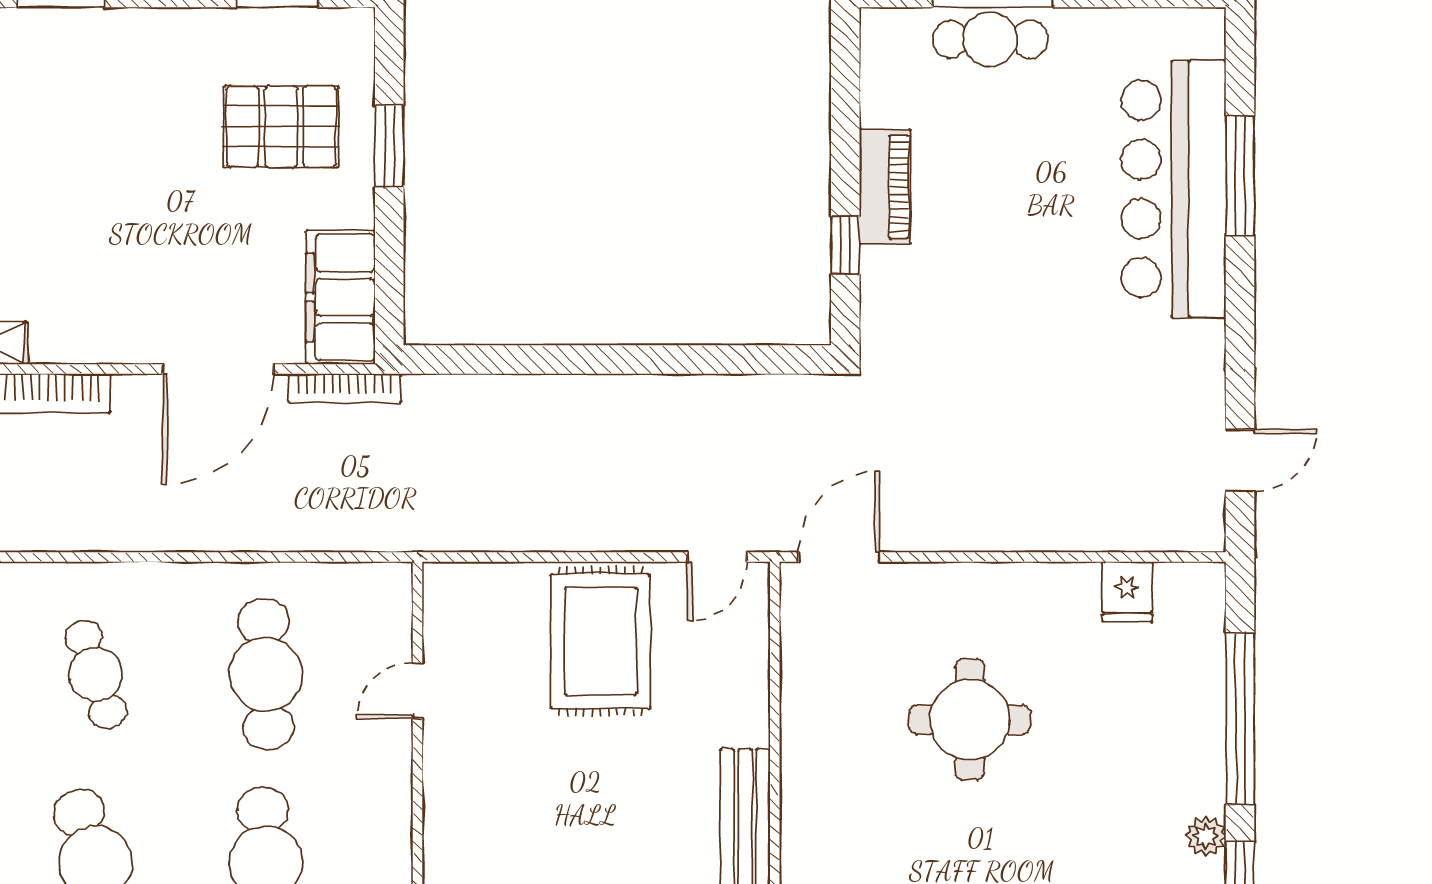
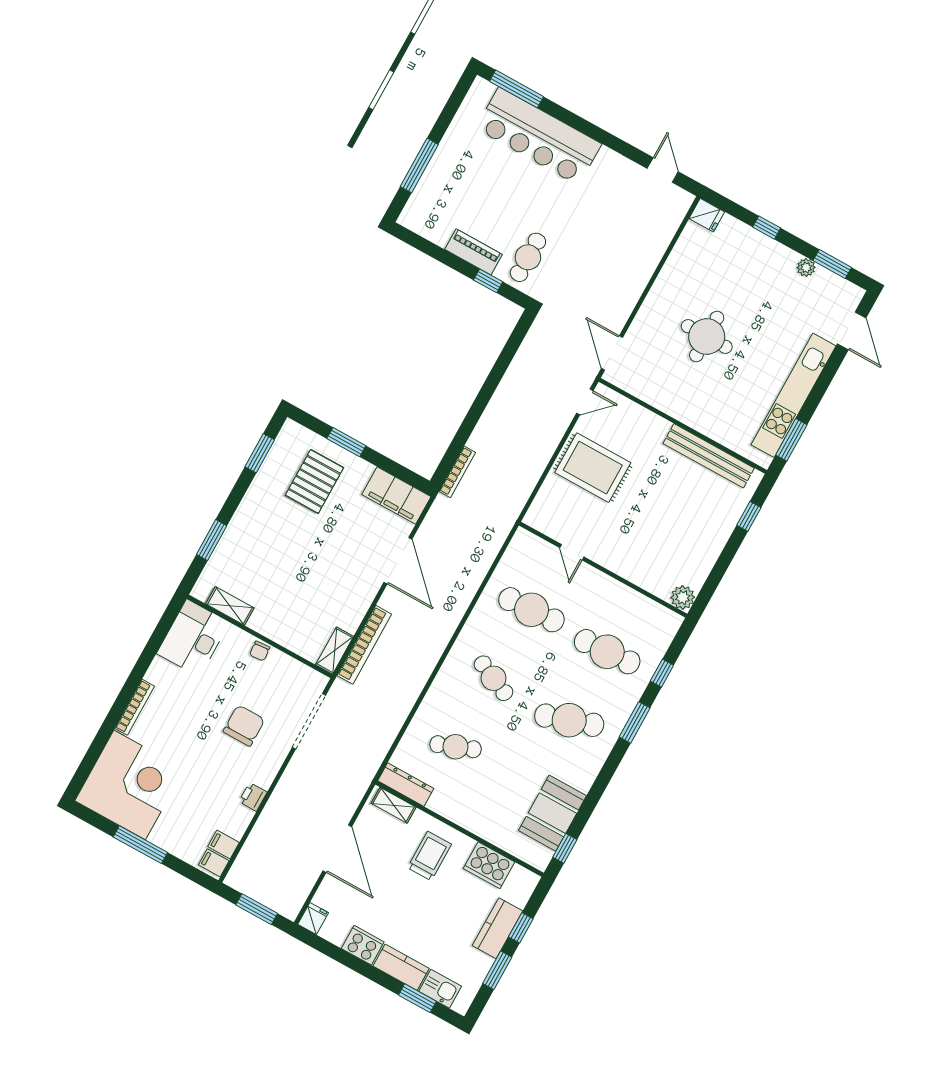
cafe table: (990, 39) -> (528, 257), moved
window: (1240, 175) -> (516, 89), moved
bookcase: (345, 388) -> (457, 472), moved
door: (717, 557) -> (585, 402), hinge flipped
fridge: (1127, 592) -> (707, 215), moved
cafe table: (96, 674) -> (493, 678), turned 42
window: (1240, 719) -> (767, 228), width x0.32

